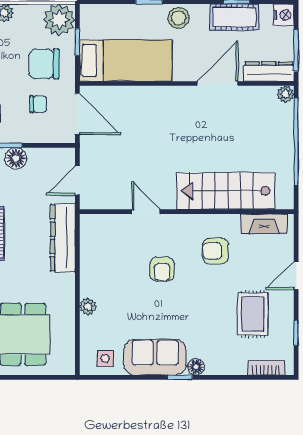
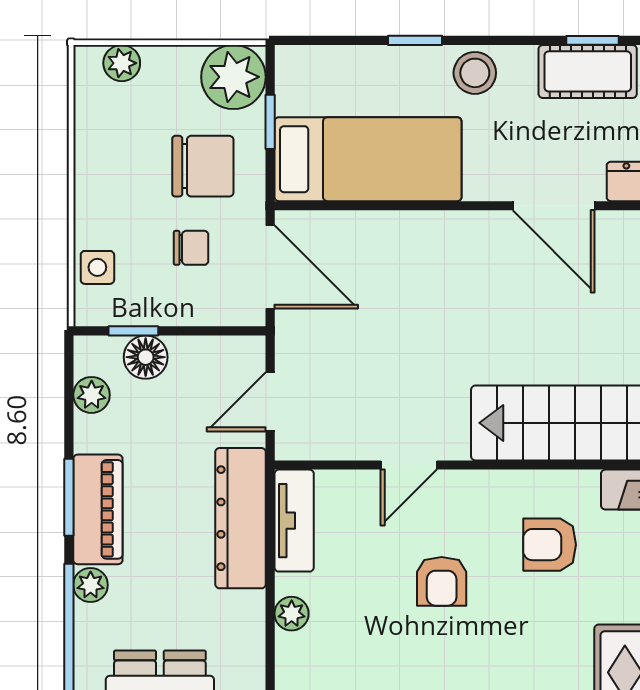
chair: (44, 64) -> (203, 166), turned 180
door: (217, 83) -> (554, 206), swing flipped
door: (146, 212) -> (409, 465), swing flipped
tv unit: (89, 239) -> (294, 521), added
plant: (88, 307) -> (292, 614), moved

